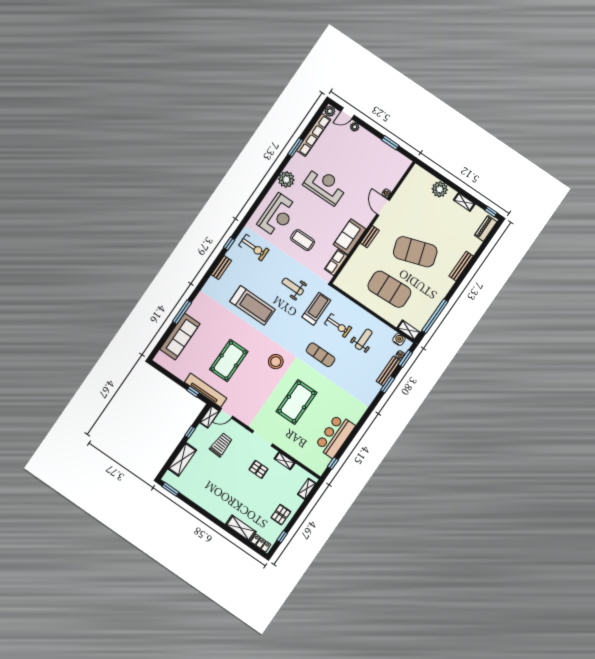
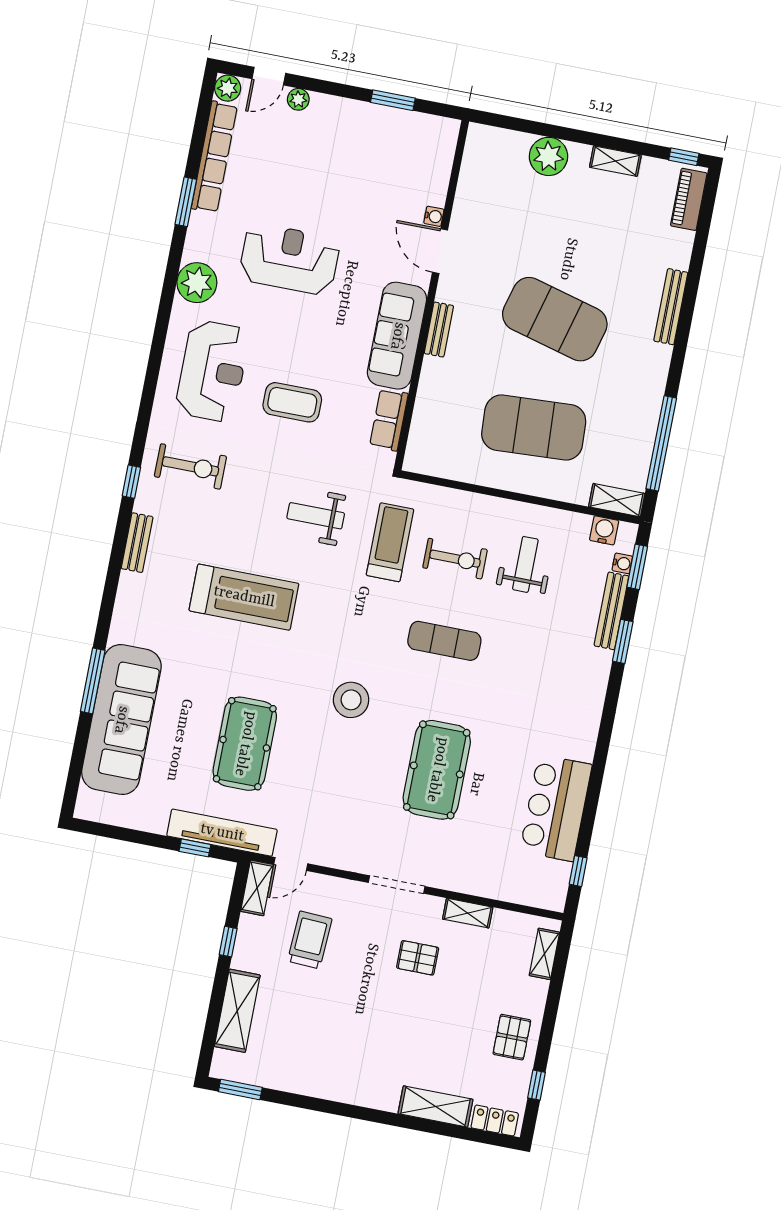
sofa: (350, 237) -> (397, 336), width x1.36
exercise mat: (415, 252) -> (555, 319), turned 33
sofa: (180, 336) -> (121, 720), width x1.36, depth x1.27

